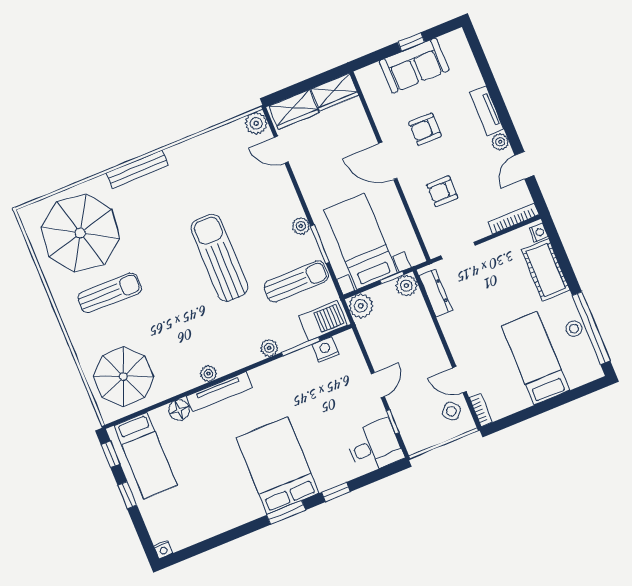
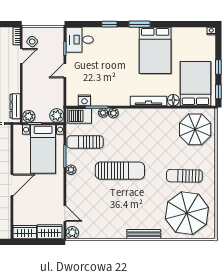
door: (388, 161) -> (12, 185), hinge flipped
sun lounger: (219, 258) -> (120, 171), turned -90
plant: (208, 374) -> (103, 113), moved
door: (459, 380) -> (21, 56), hinge flipped
bed: (145, 456) -> (195, 84), width x1.50
bed: (277, 466) -> (155, 50), moved

